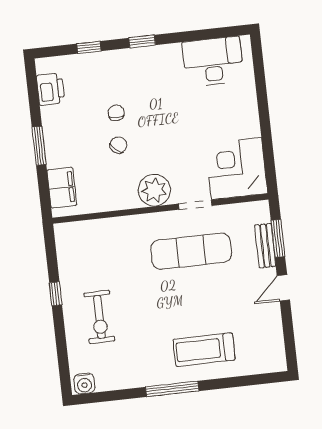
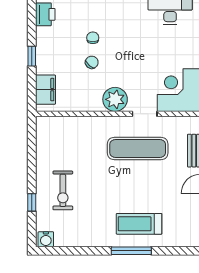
window: (39, 146) -> (32, 56), width x0.67
window: (56, 294) -> (32, 202), moved
window: (172, 389) -> (131, 251), moved

